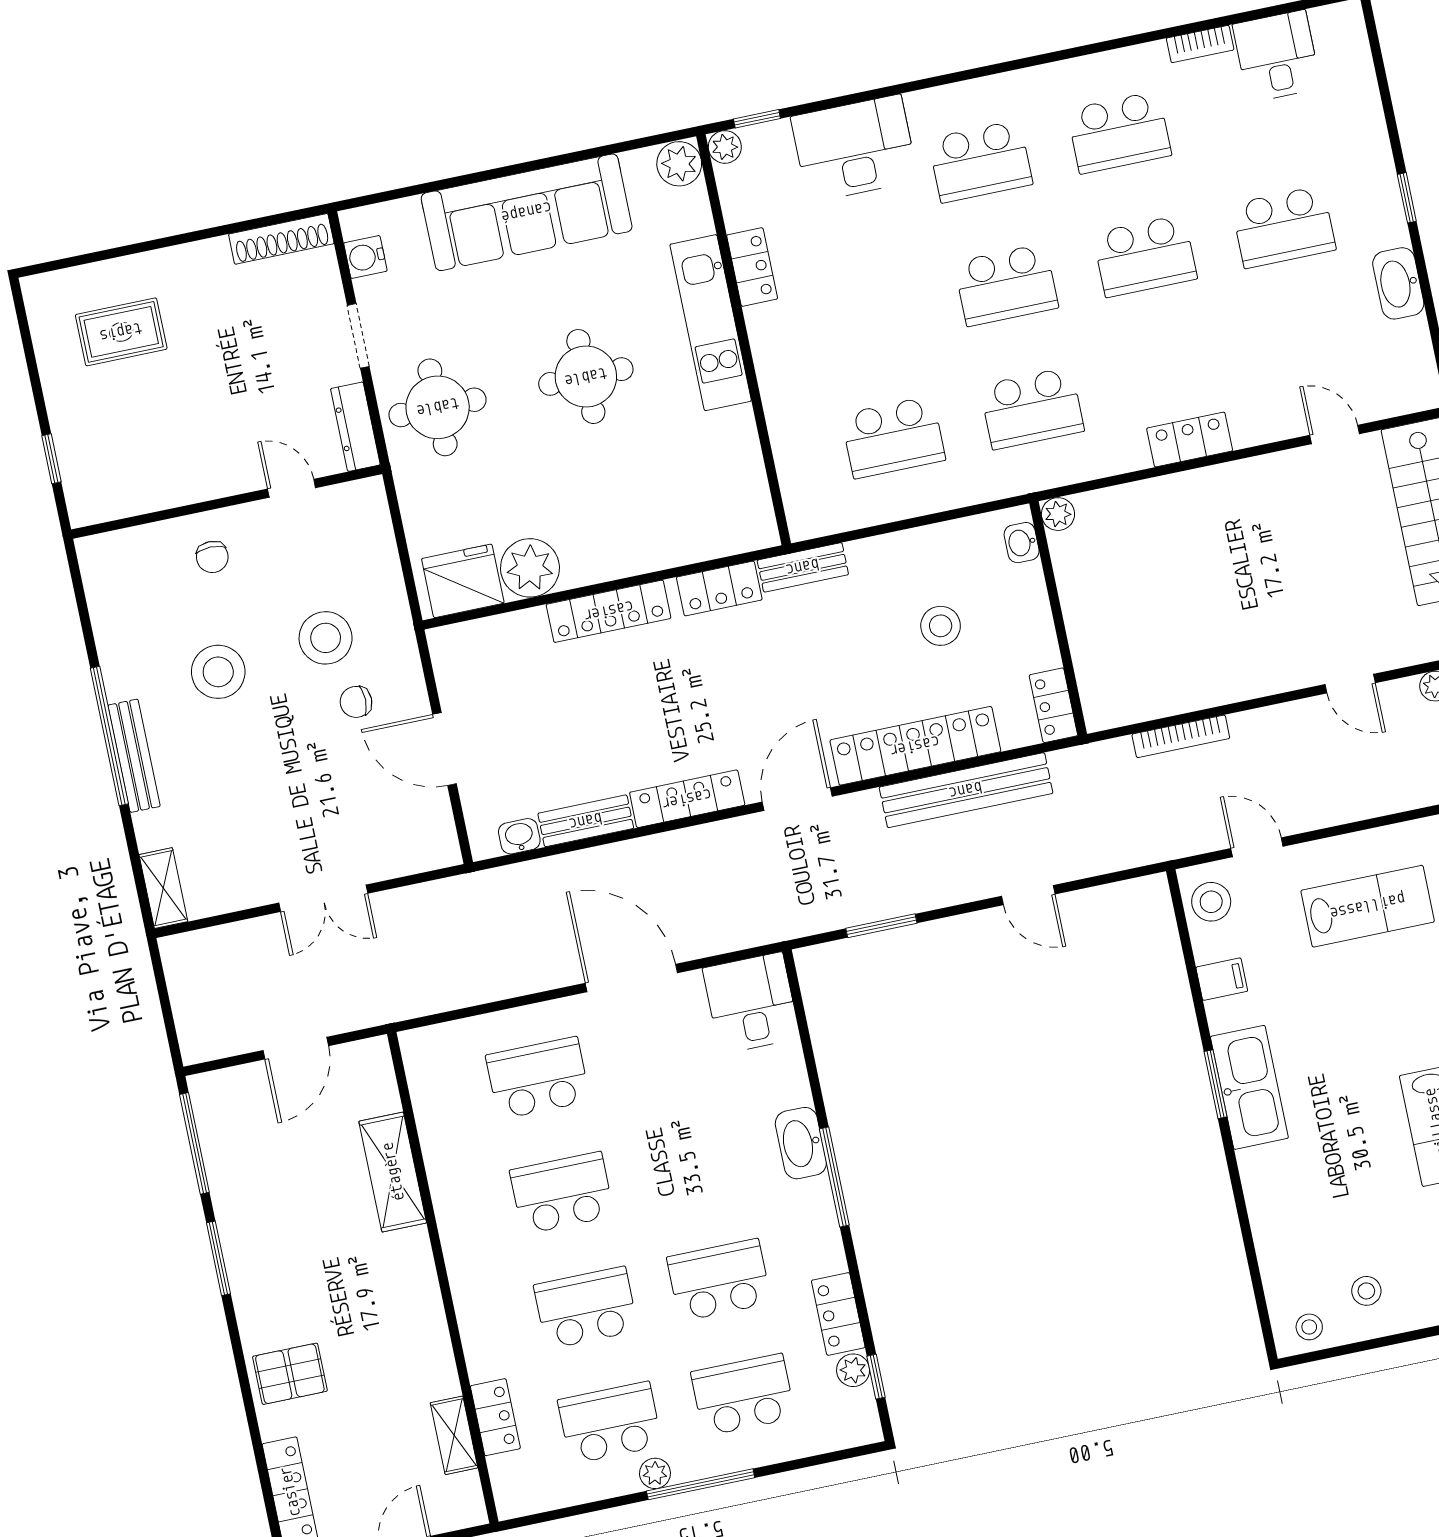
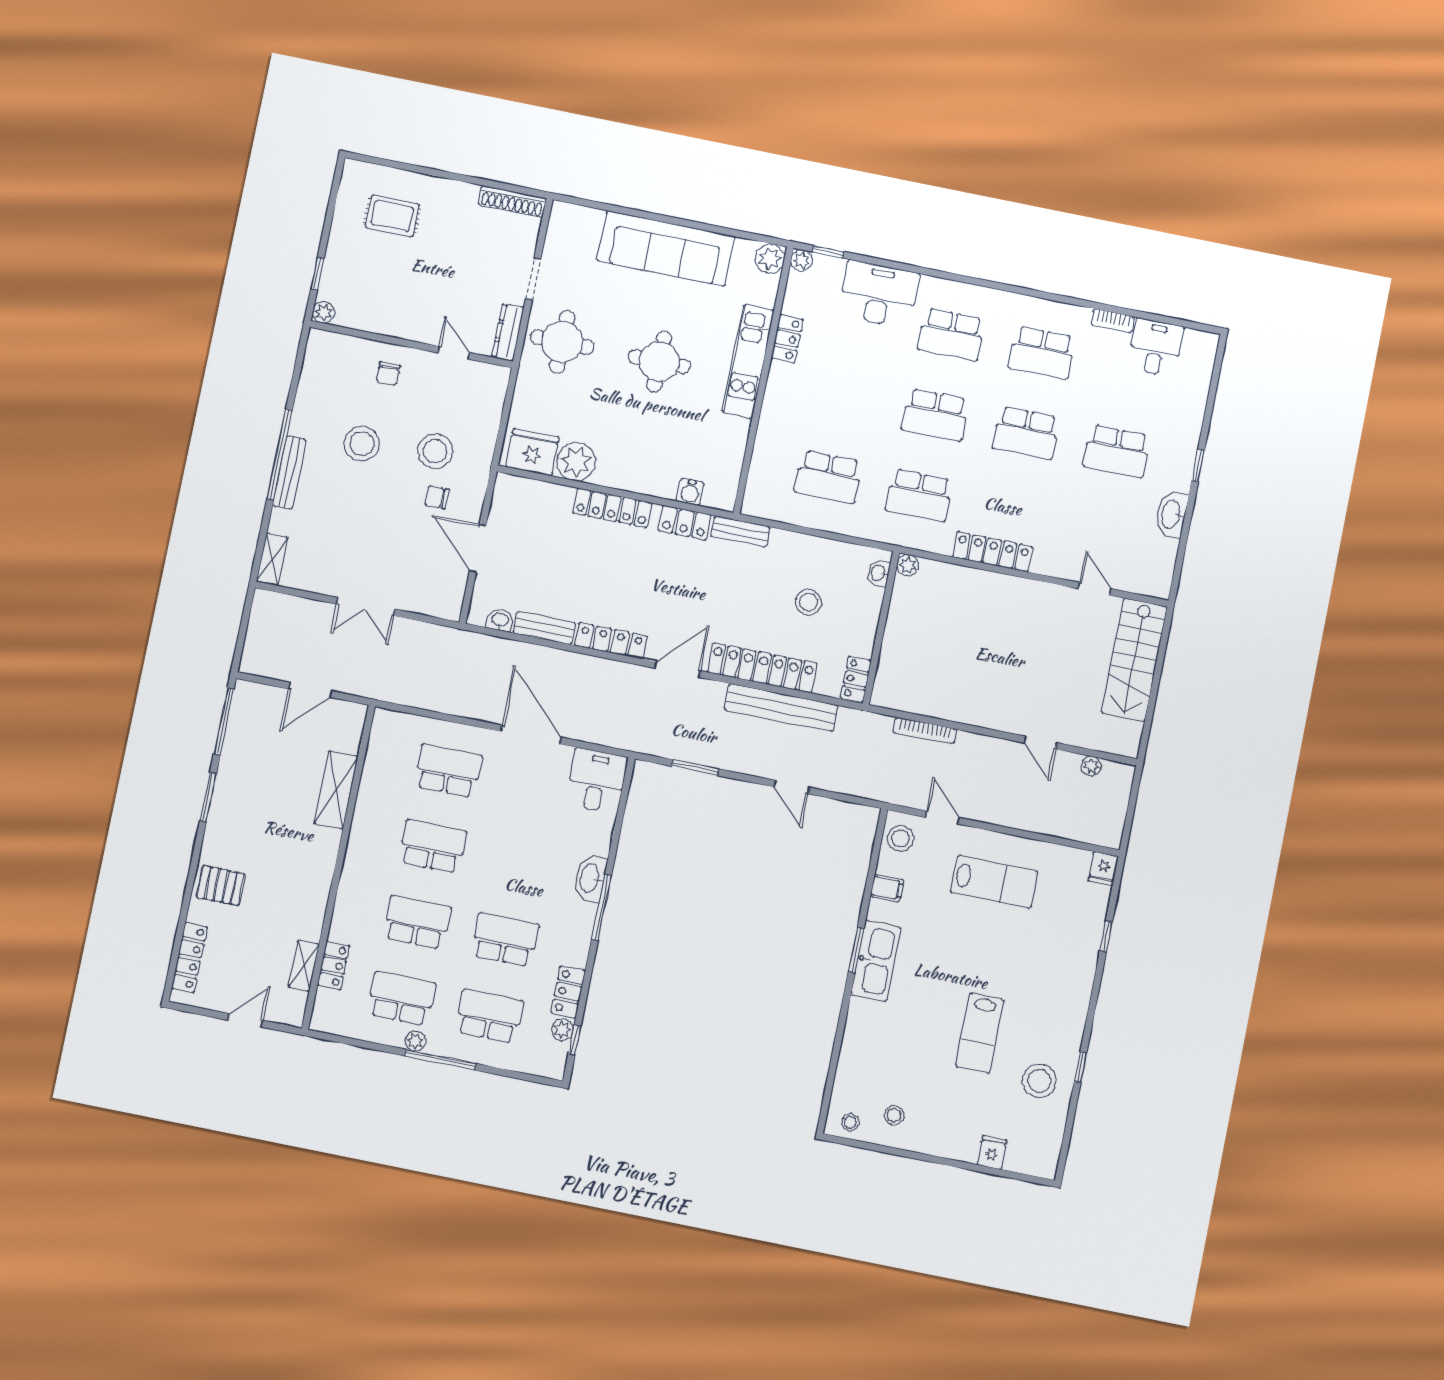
water cooler: (365, 257) -> (690, 492), moved, turned -90
locker: (1190, 440) -> (993, 552), width x1.53
plant: (84, 510) -> (324, 312), added

